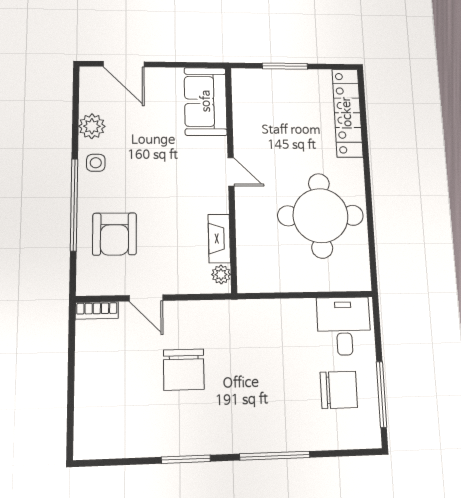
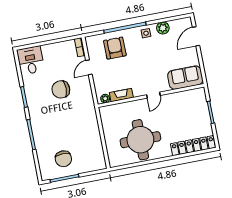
armchair: (115, 234) -> (115, 48), turned 90
desk: (344, 326) -> (31, 60), moved, turned -90

